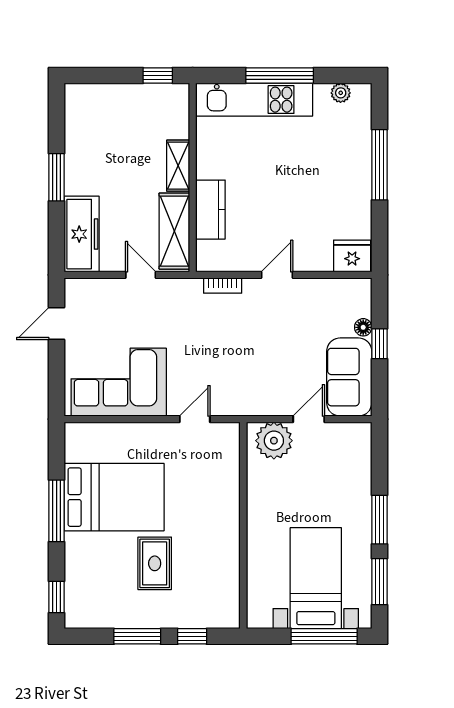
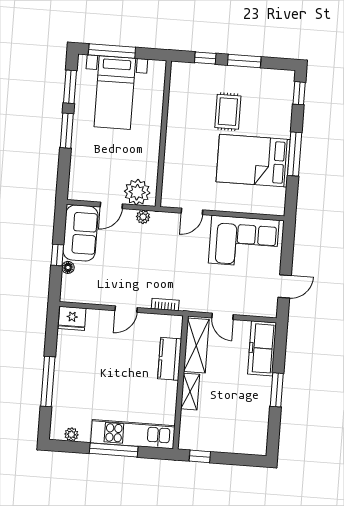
plant: (263, 406) -> (143, 217), added

